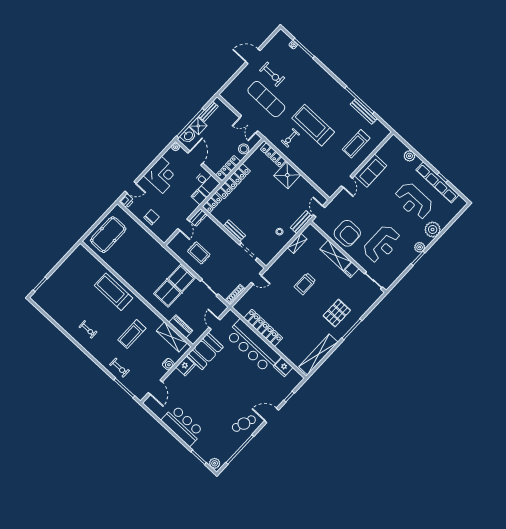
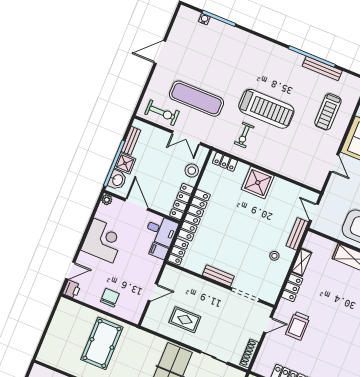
exercise bike: (272, 74) -> (162, 113), moved
treadmill: (313, 125) -> (266, 109), turned 180
locker: (273, 155) -> (225, 162), width x0.66
dresser: (198, 218) -> (168, 276), removed
door: (183, 225) -> (153, 292), hinge flipped
pool table: (108, 235) -> (102, 343), moved
locker: (283, 259) -> (292, 288), added
trolley: (305, 284) -> (298, 326), moved

